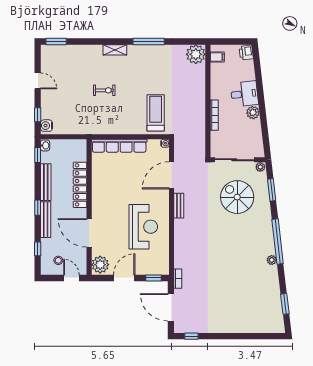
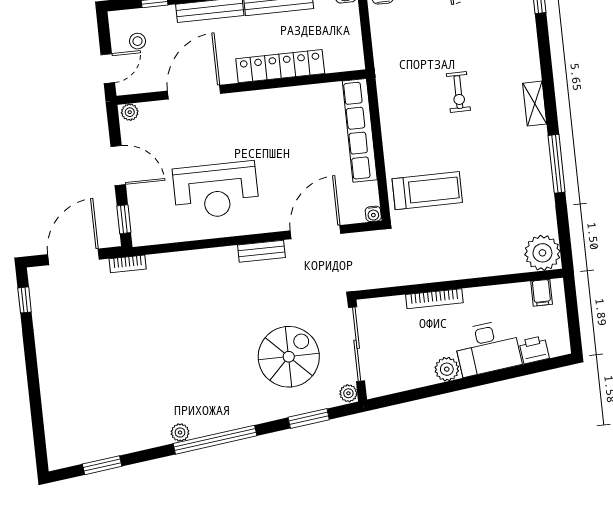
printer: (246, 53) -> (534, 350), moved
desk: (244, 94) -> (487, 348), width x1.37
door: (172, 175) -> (316, 232), hinge flipped
plant: (100, 265) -> (130, 112), width x0.53, depth x0.53

